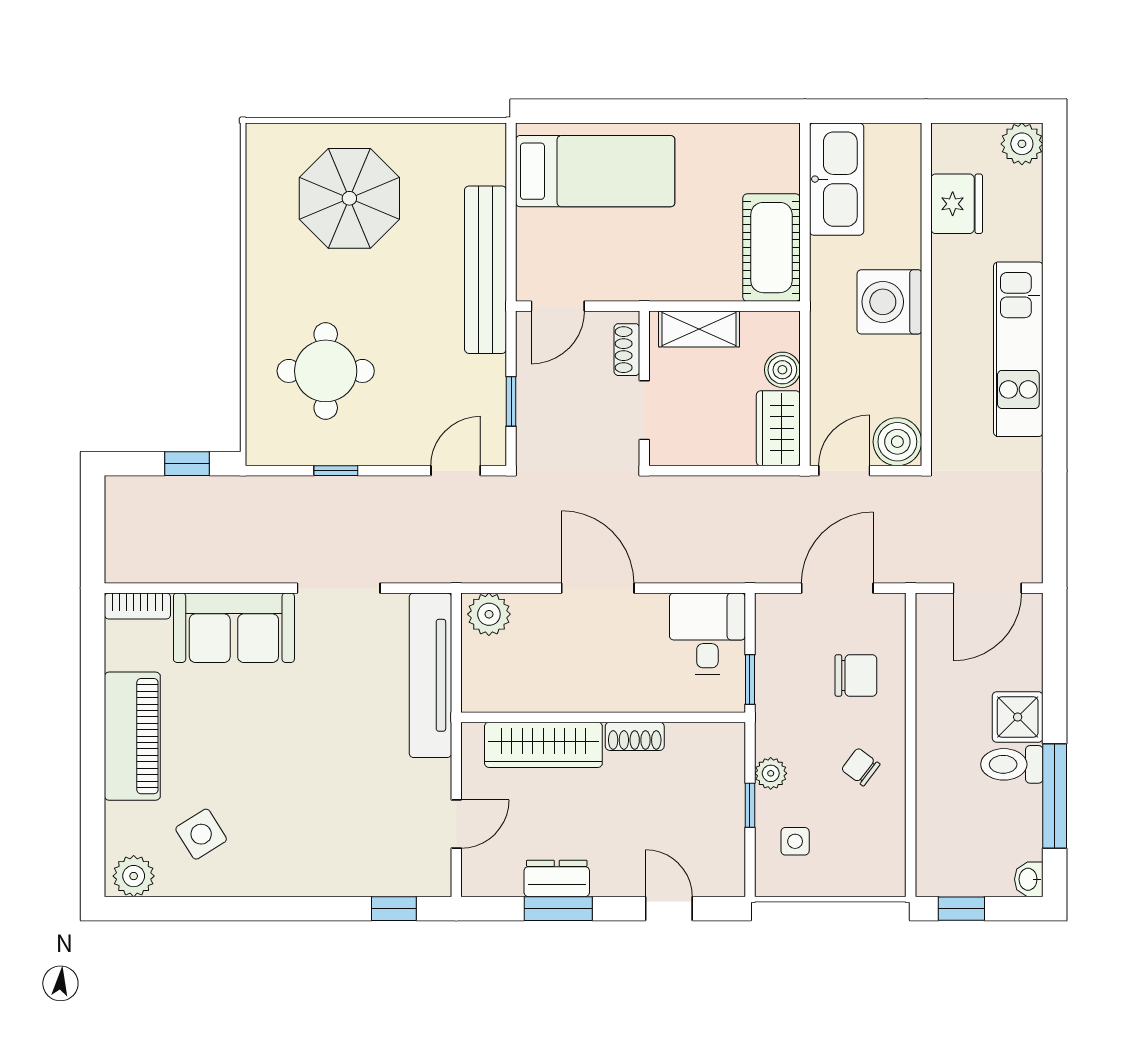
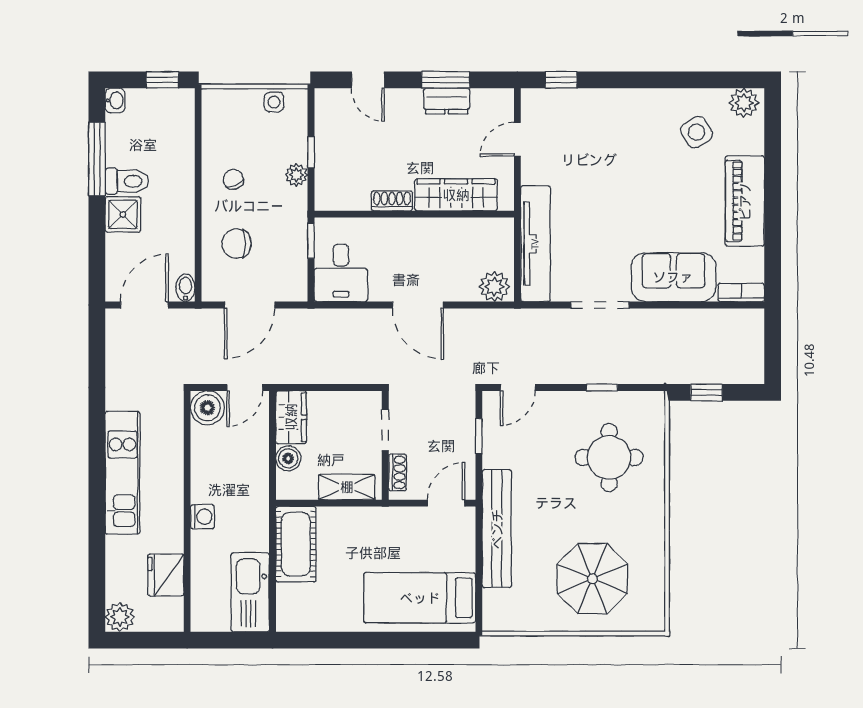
washing machine: (889, 302) -> (202, 517), width x0.53, depth x0.53
bidet: (929, 612) -> (185, 288), added
chair: (861, 767) -> (233, 179), turned -148
side table: (795, 841) -> (274, 102), moved

